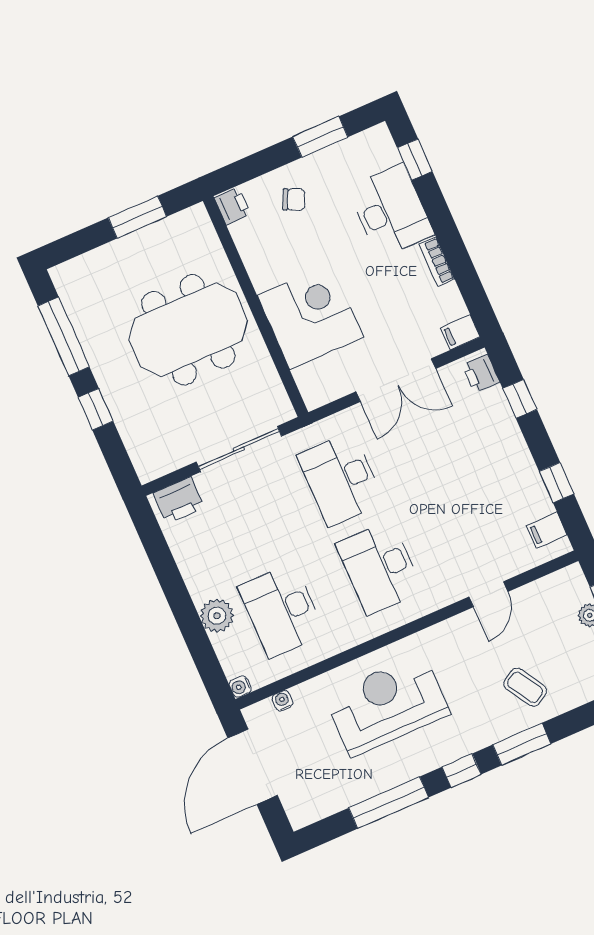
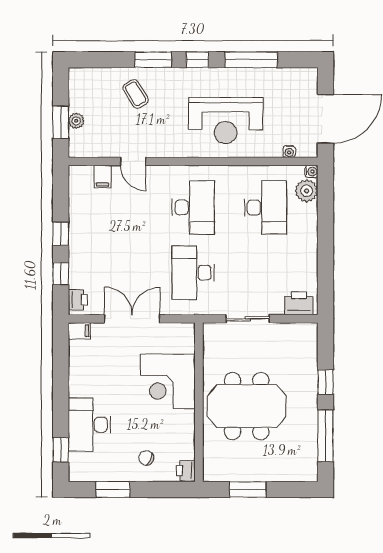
bookcase: (437, 262) -> (75, 381), removed
sliding door: (239, 449) -> (248, 319), width x0.73
desk: (341, 479) -> (193, 273), turned 180
window: (557, 483) -> (61, 234), moved
filing cabinet: (547, 530) -> (103, 177), moved, turned 90
door: (488, 594) -> (133, 161), swing flipped
plant: (217, 616) -> (307, 191), moved

